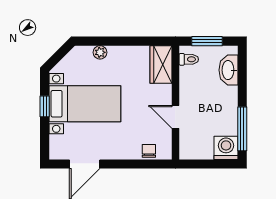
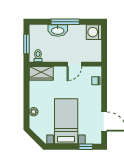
washbasin: (229, 70) -> (58, 30), moved
window: (45, 106) -> (86, 147), moved
window: (242, 129) -> (65, 22), moved

